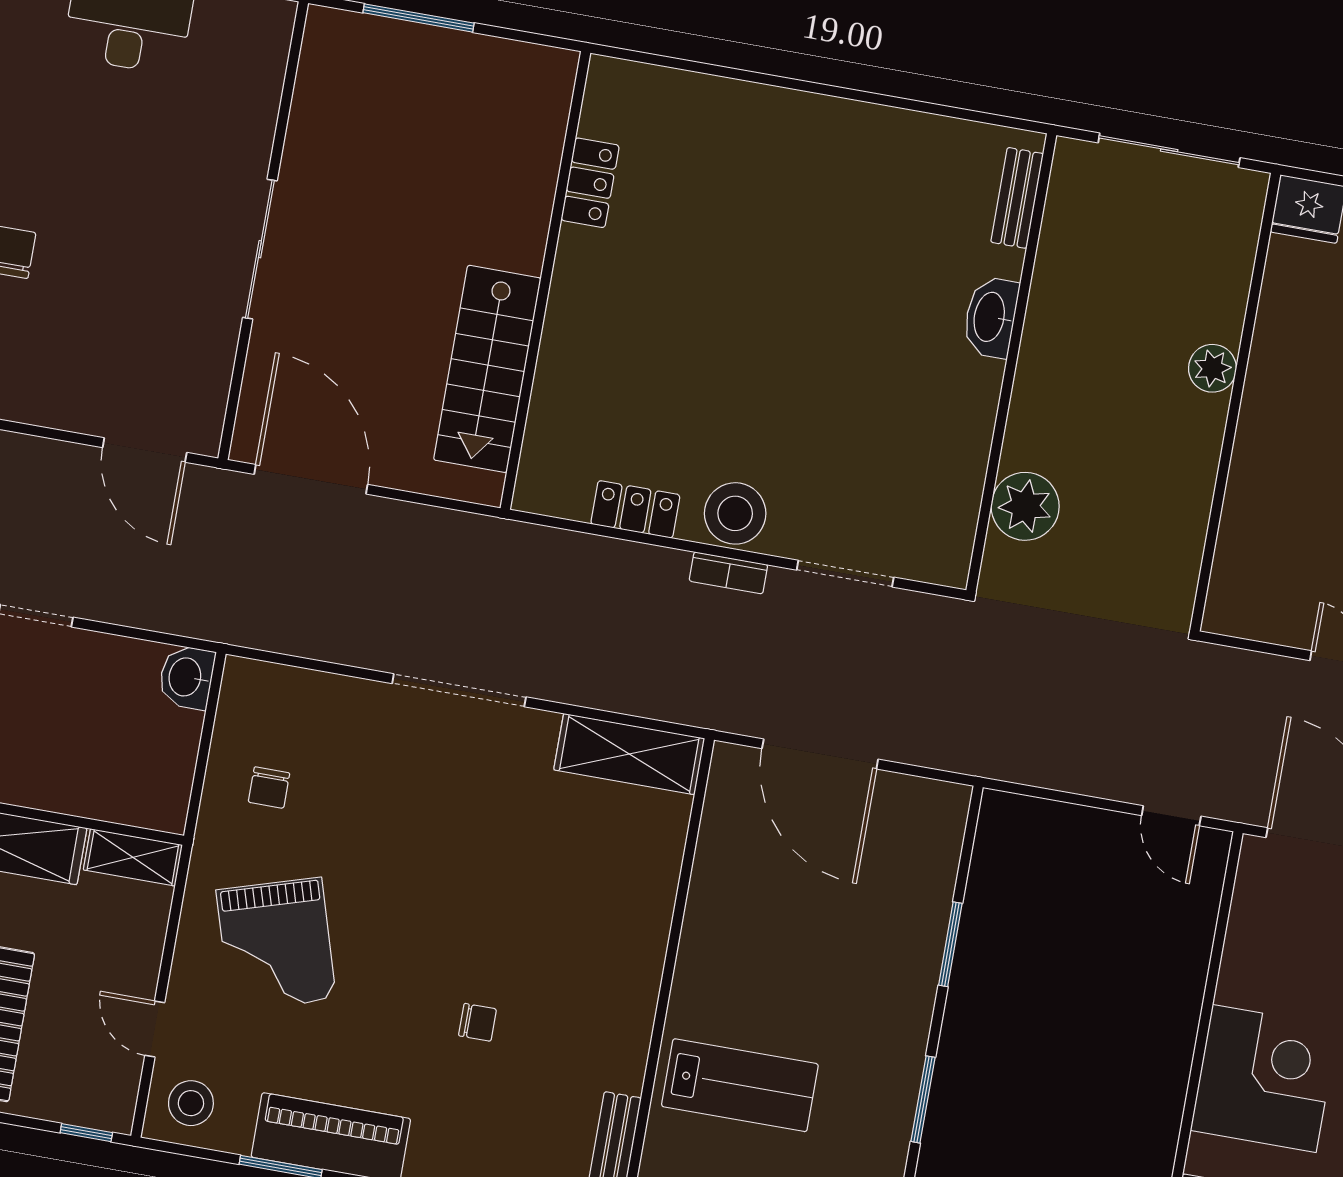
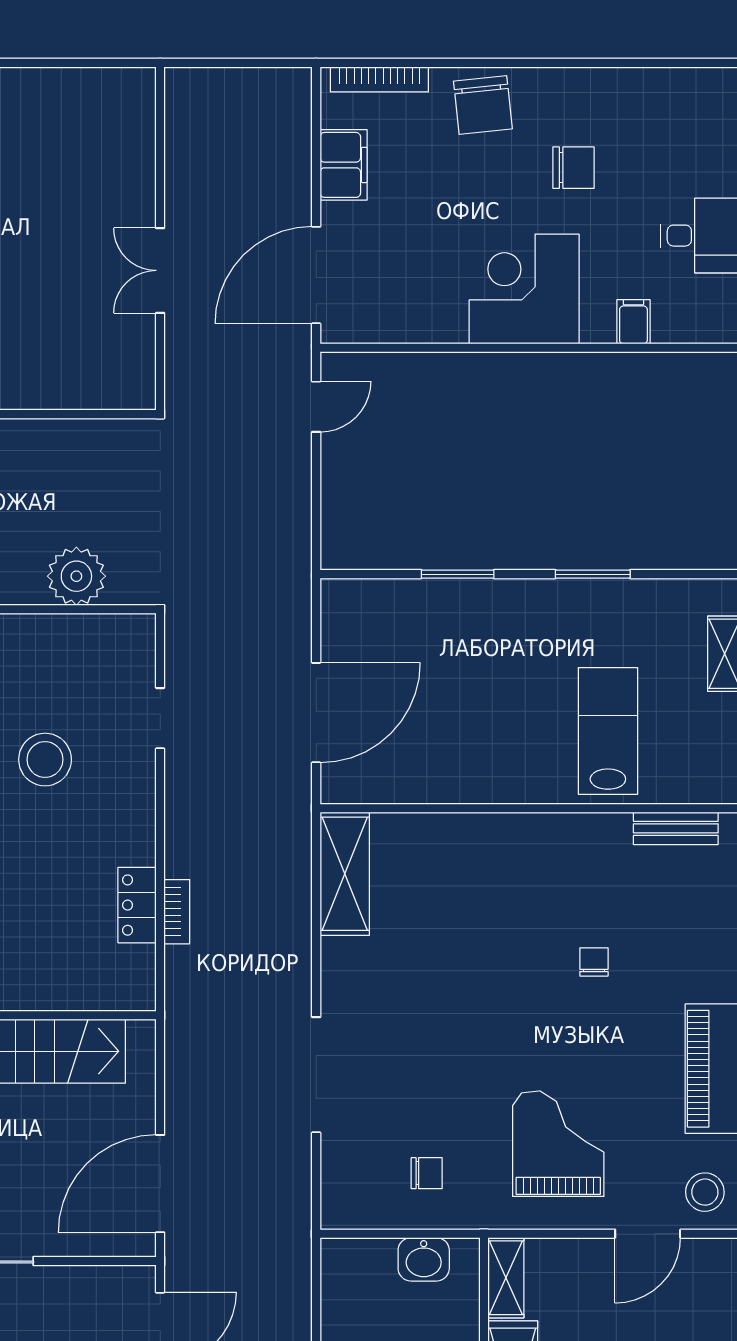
stool: (735, 513) -> (45, 760), moved
bookcase: (728, 573) -> (177, 912), moved
doorway: (845, 574) -> (160, 718), width x0.73
washbasin: (186, 677) -> (424, 1259), moved
doorway: (459, 690) -> (316, 1075), moved
grand piano: (276, 945) -> (558, 1144), turned -73
door: (155, 1029) -> (648, 1234), width x1.38

